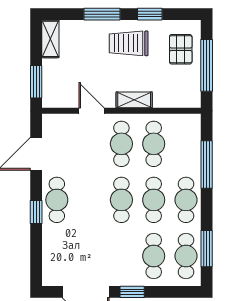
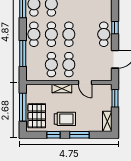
pallet: (181, 49) -> (37, 116), width x1.50, depth x1.42

